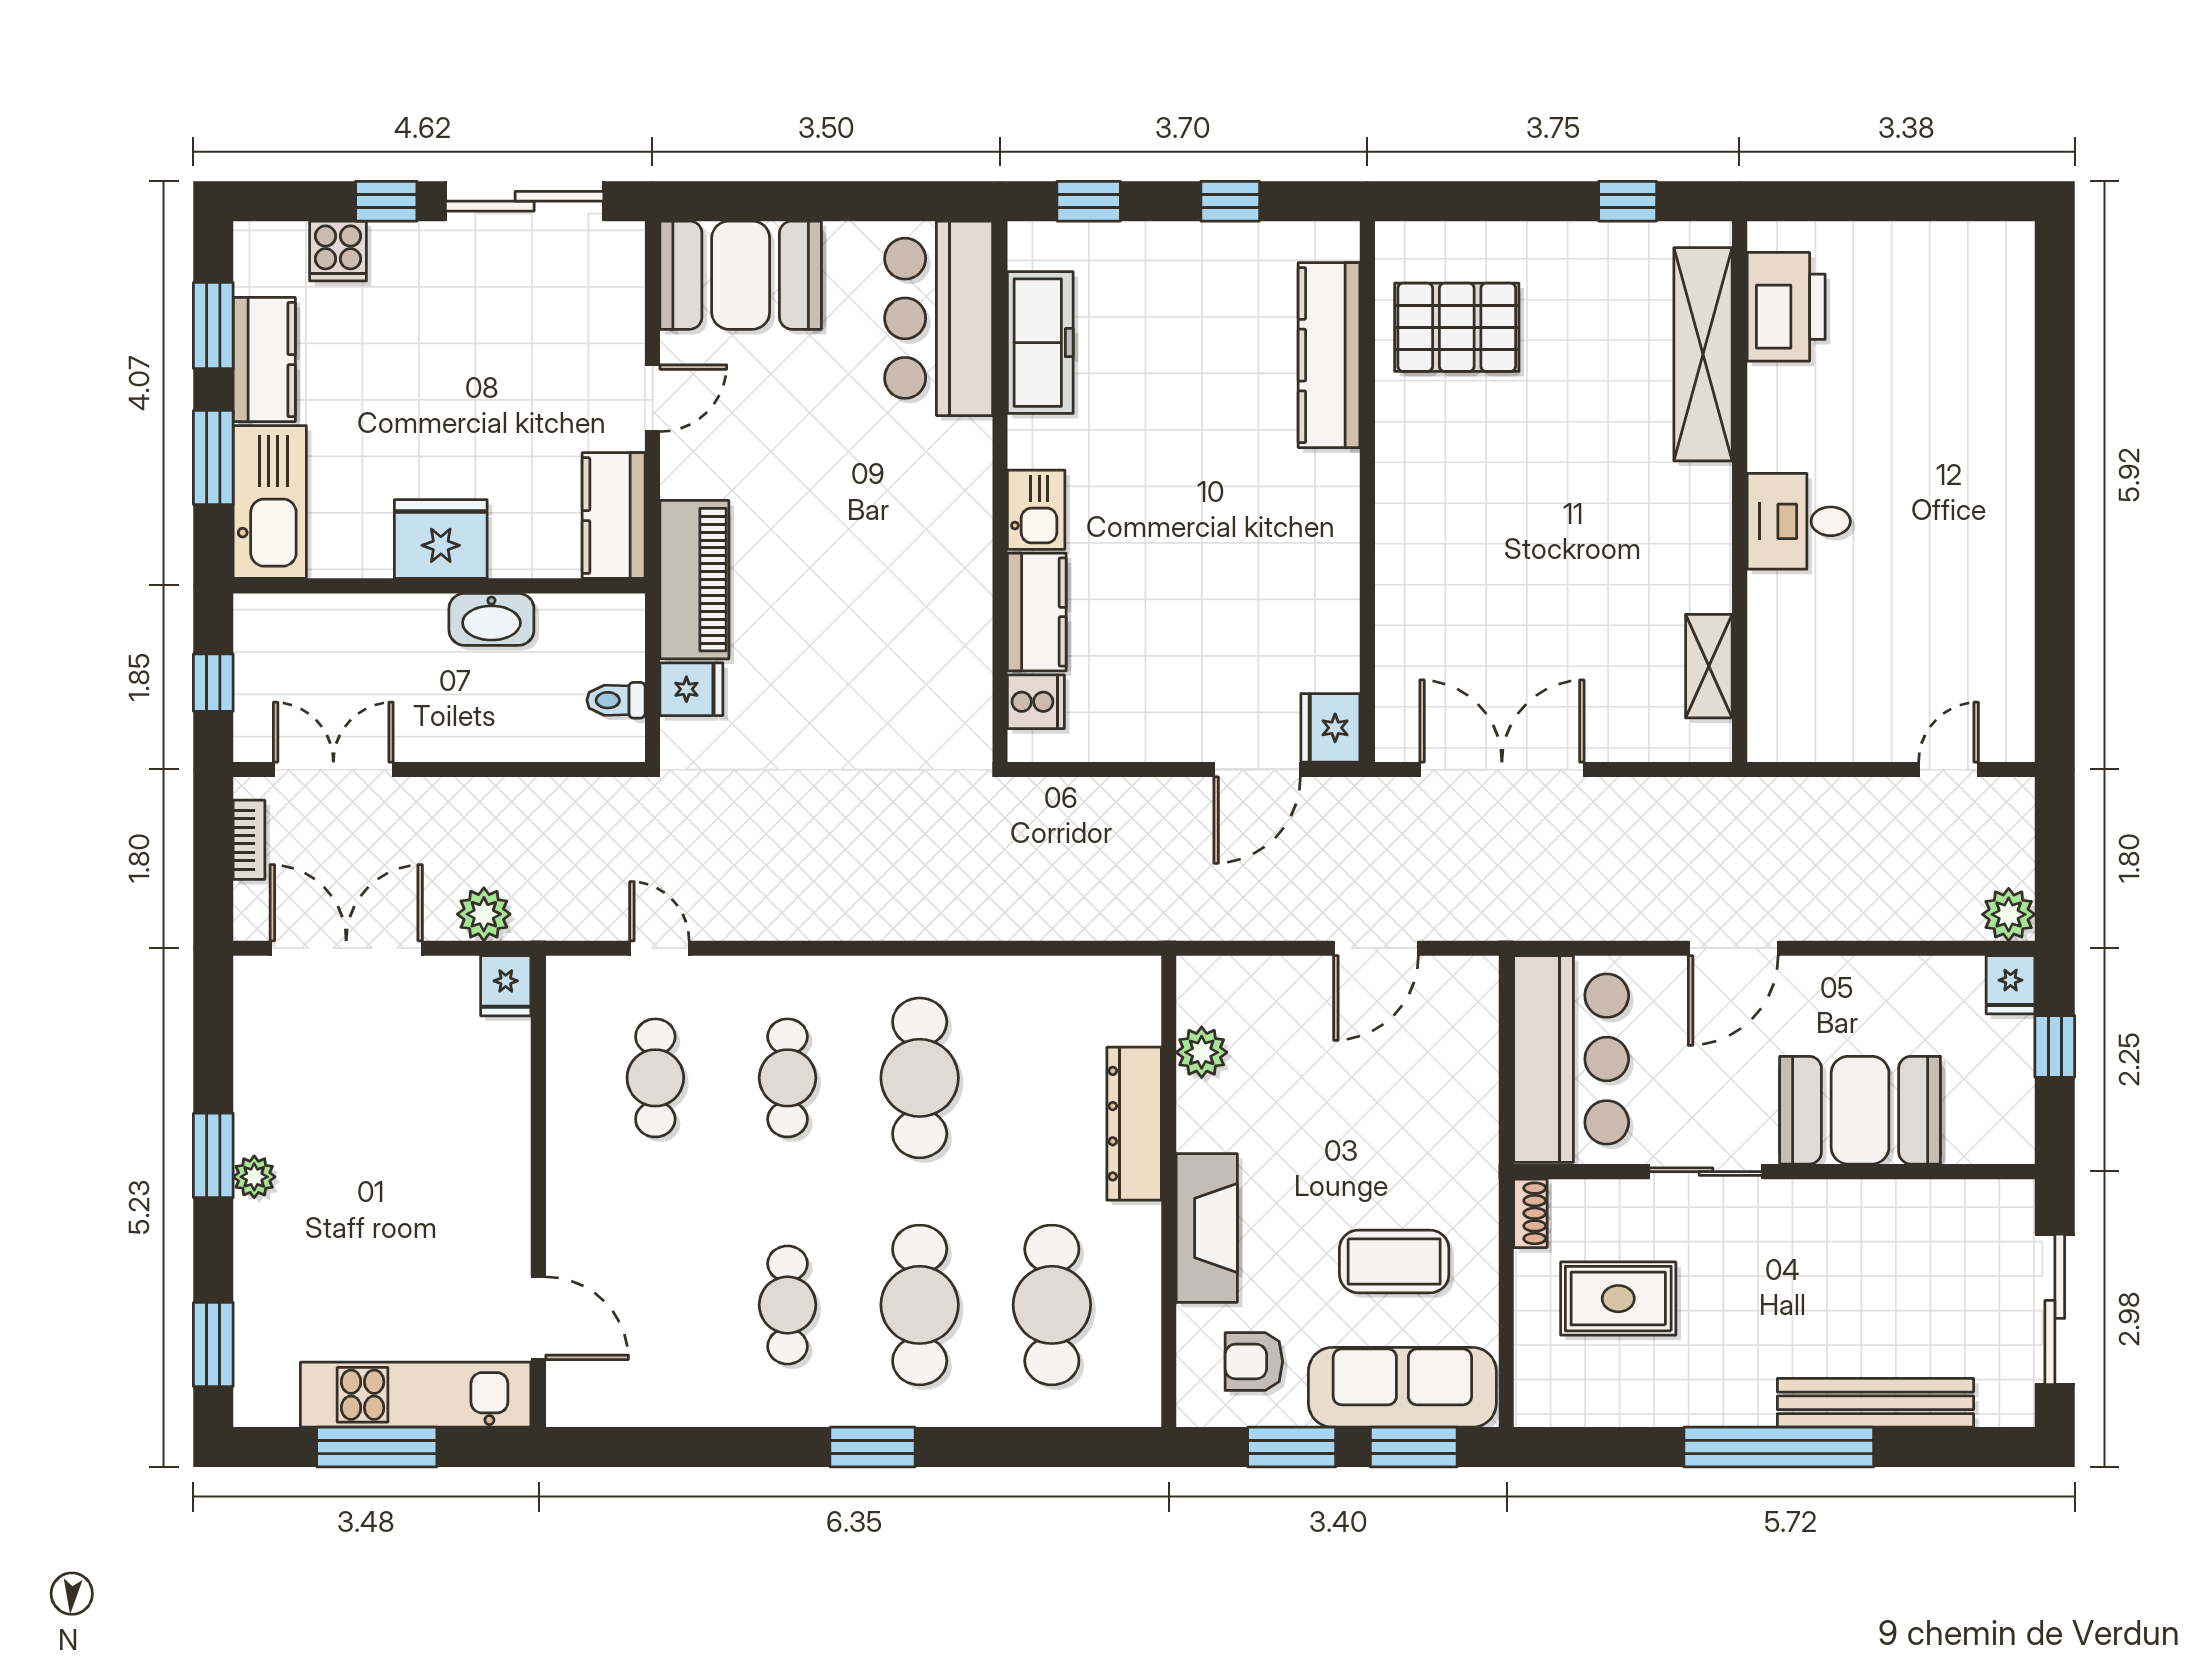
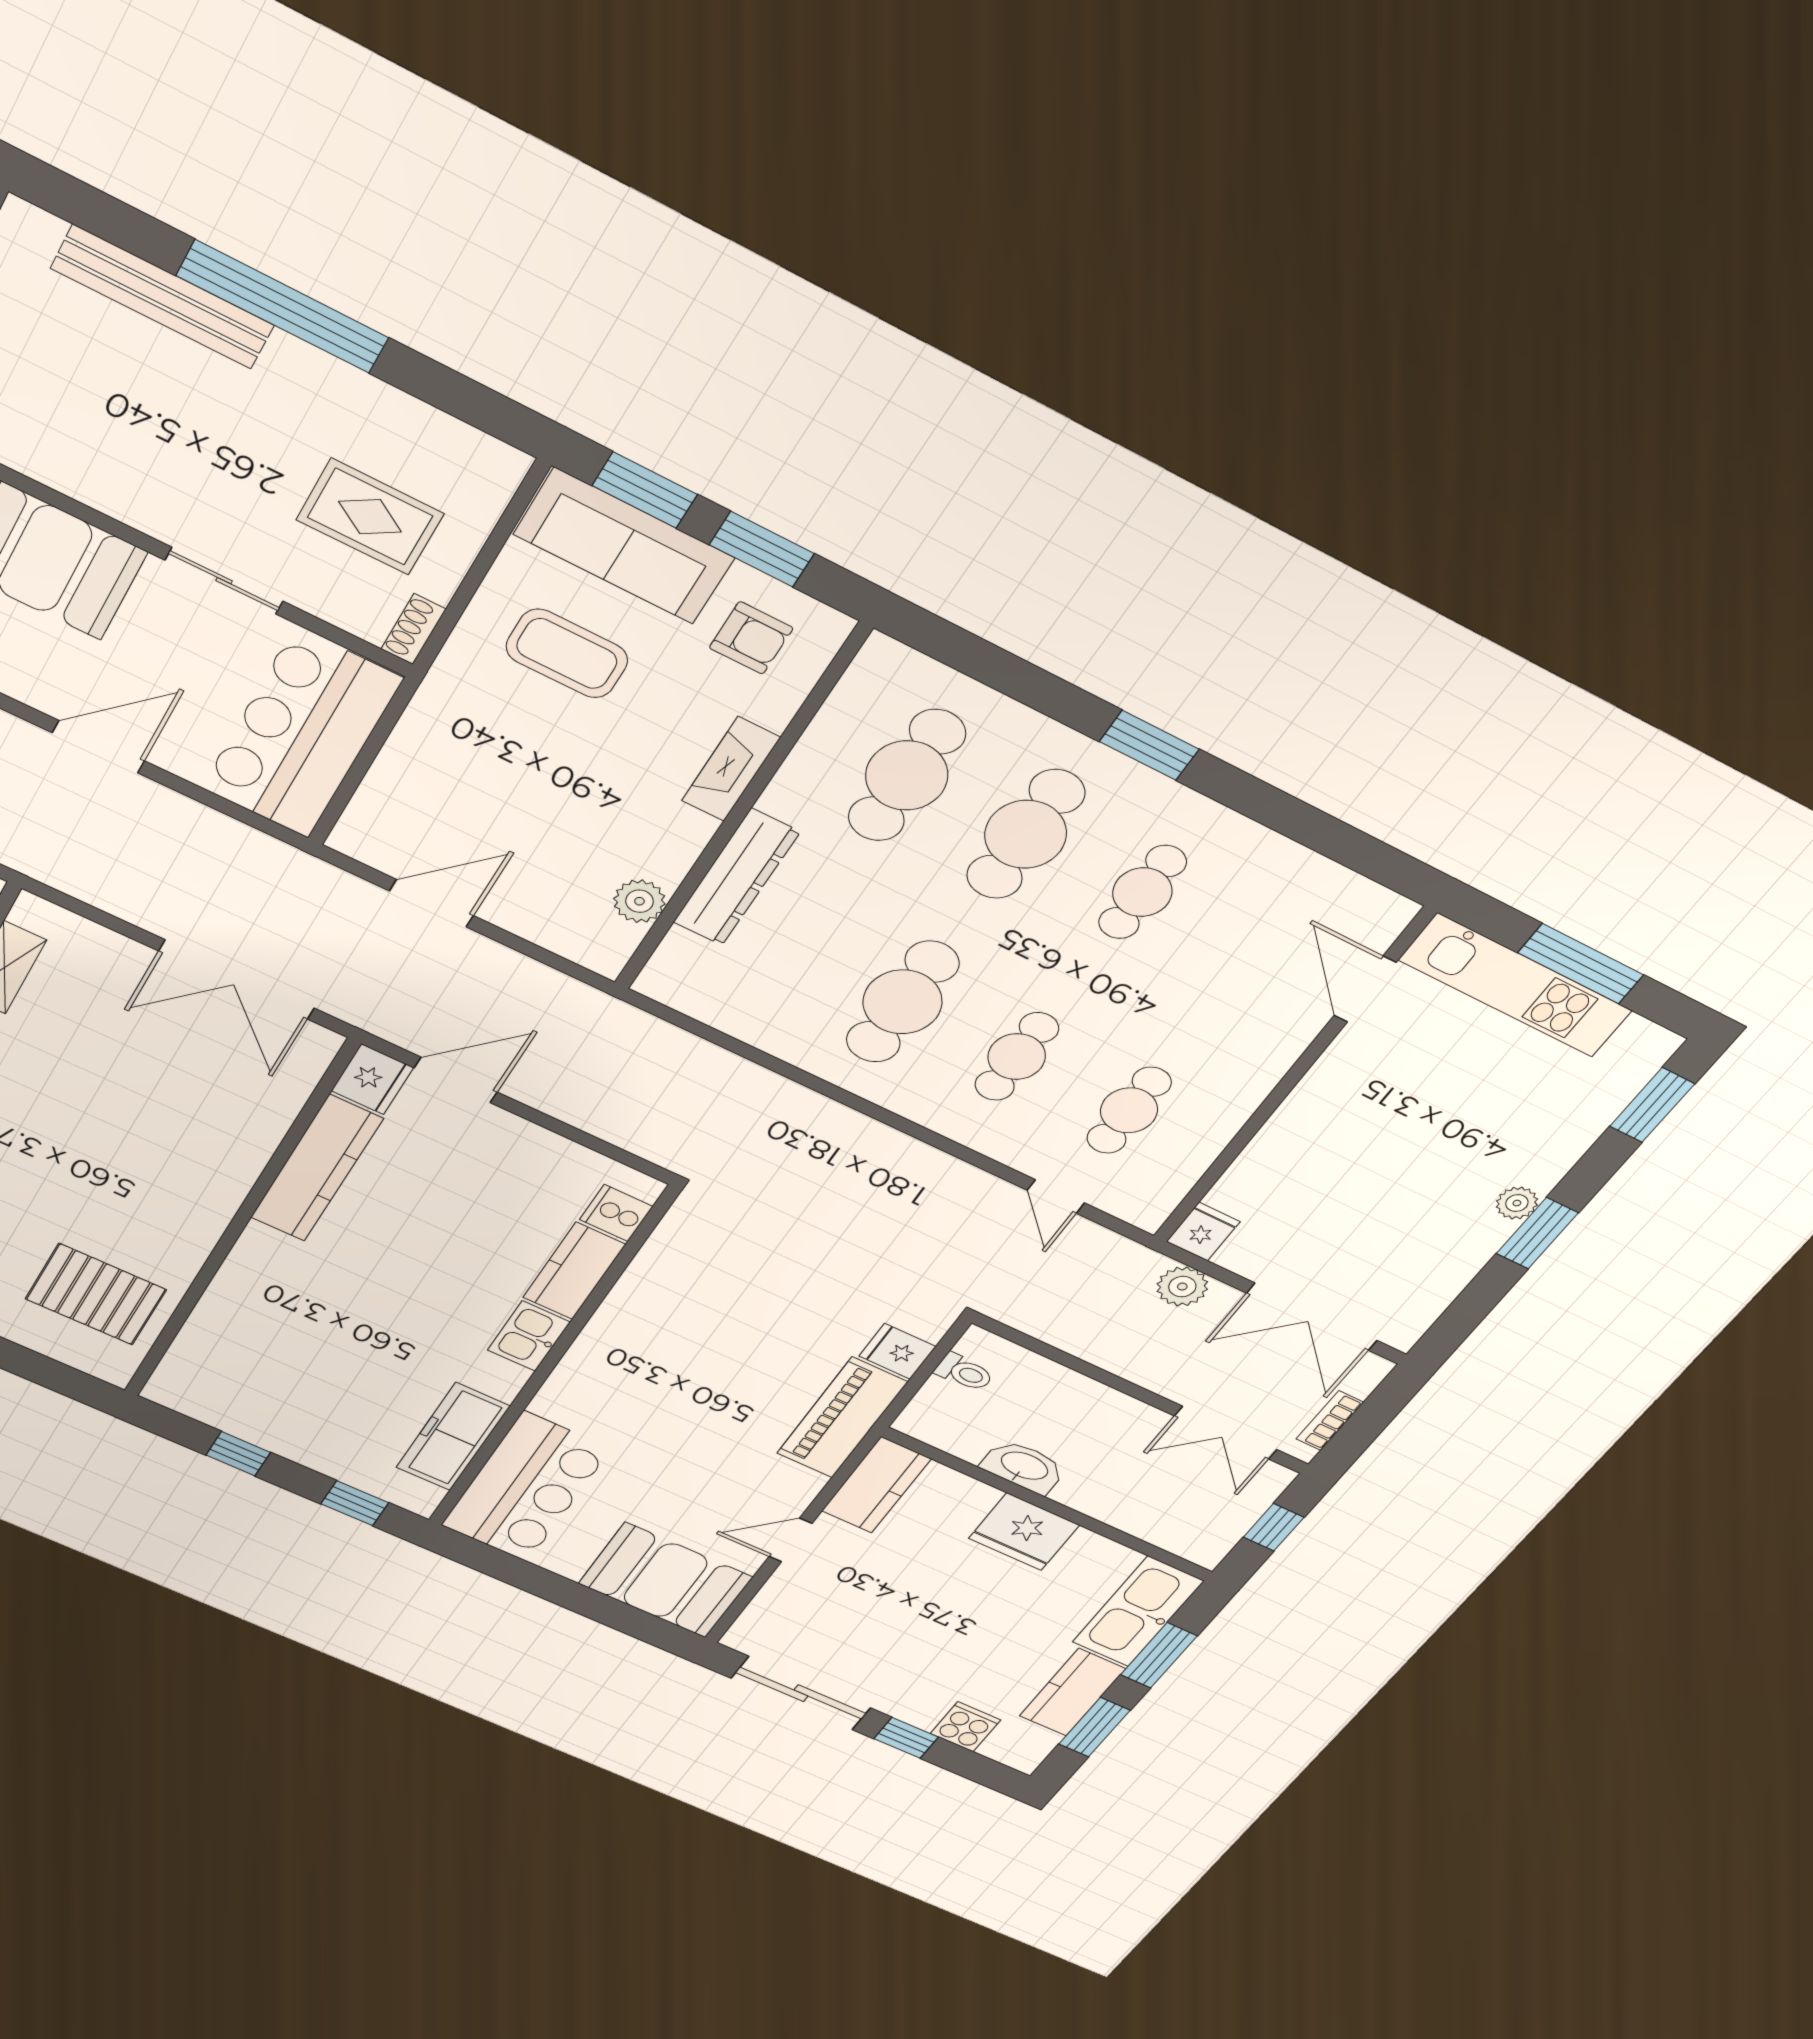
kitchen counter: (1329, 355) -> (317, 1168), moved
fireplace: (1207, 1228) -> (731, 769), width x0.73, depth x0.76

